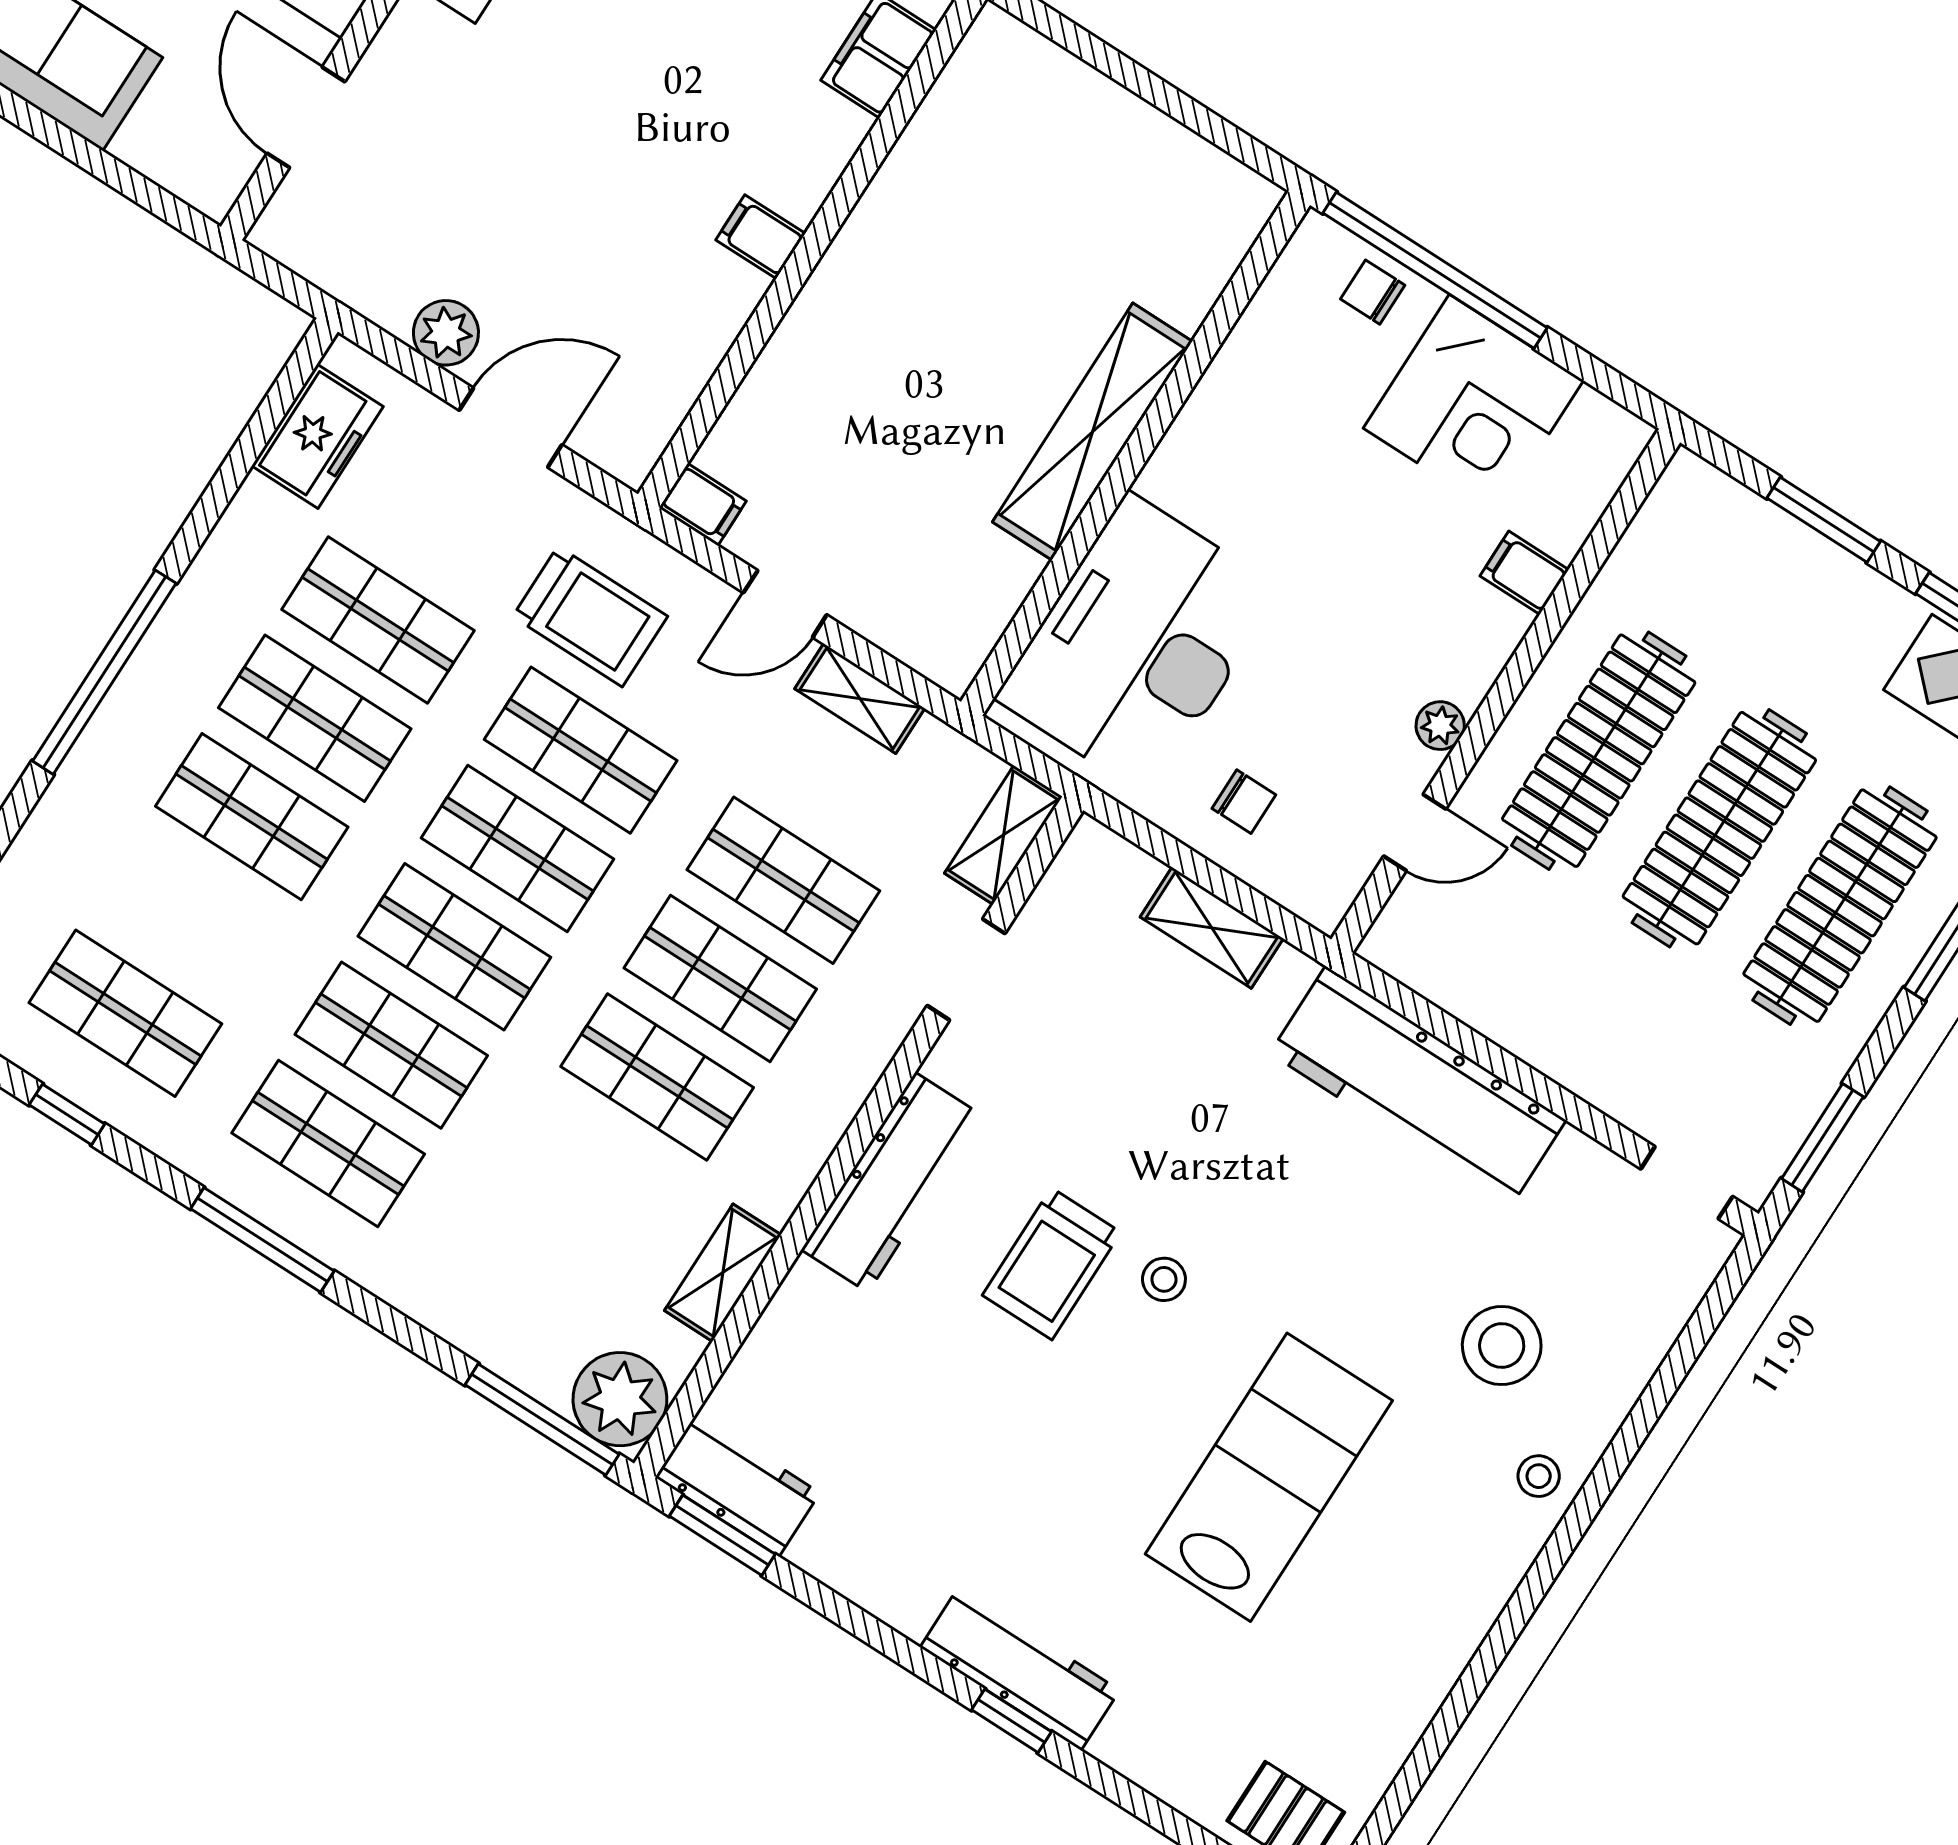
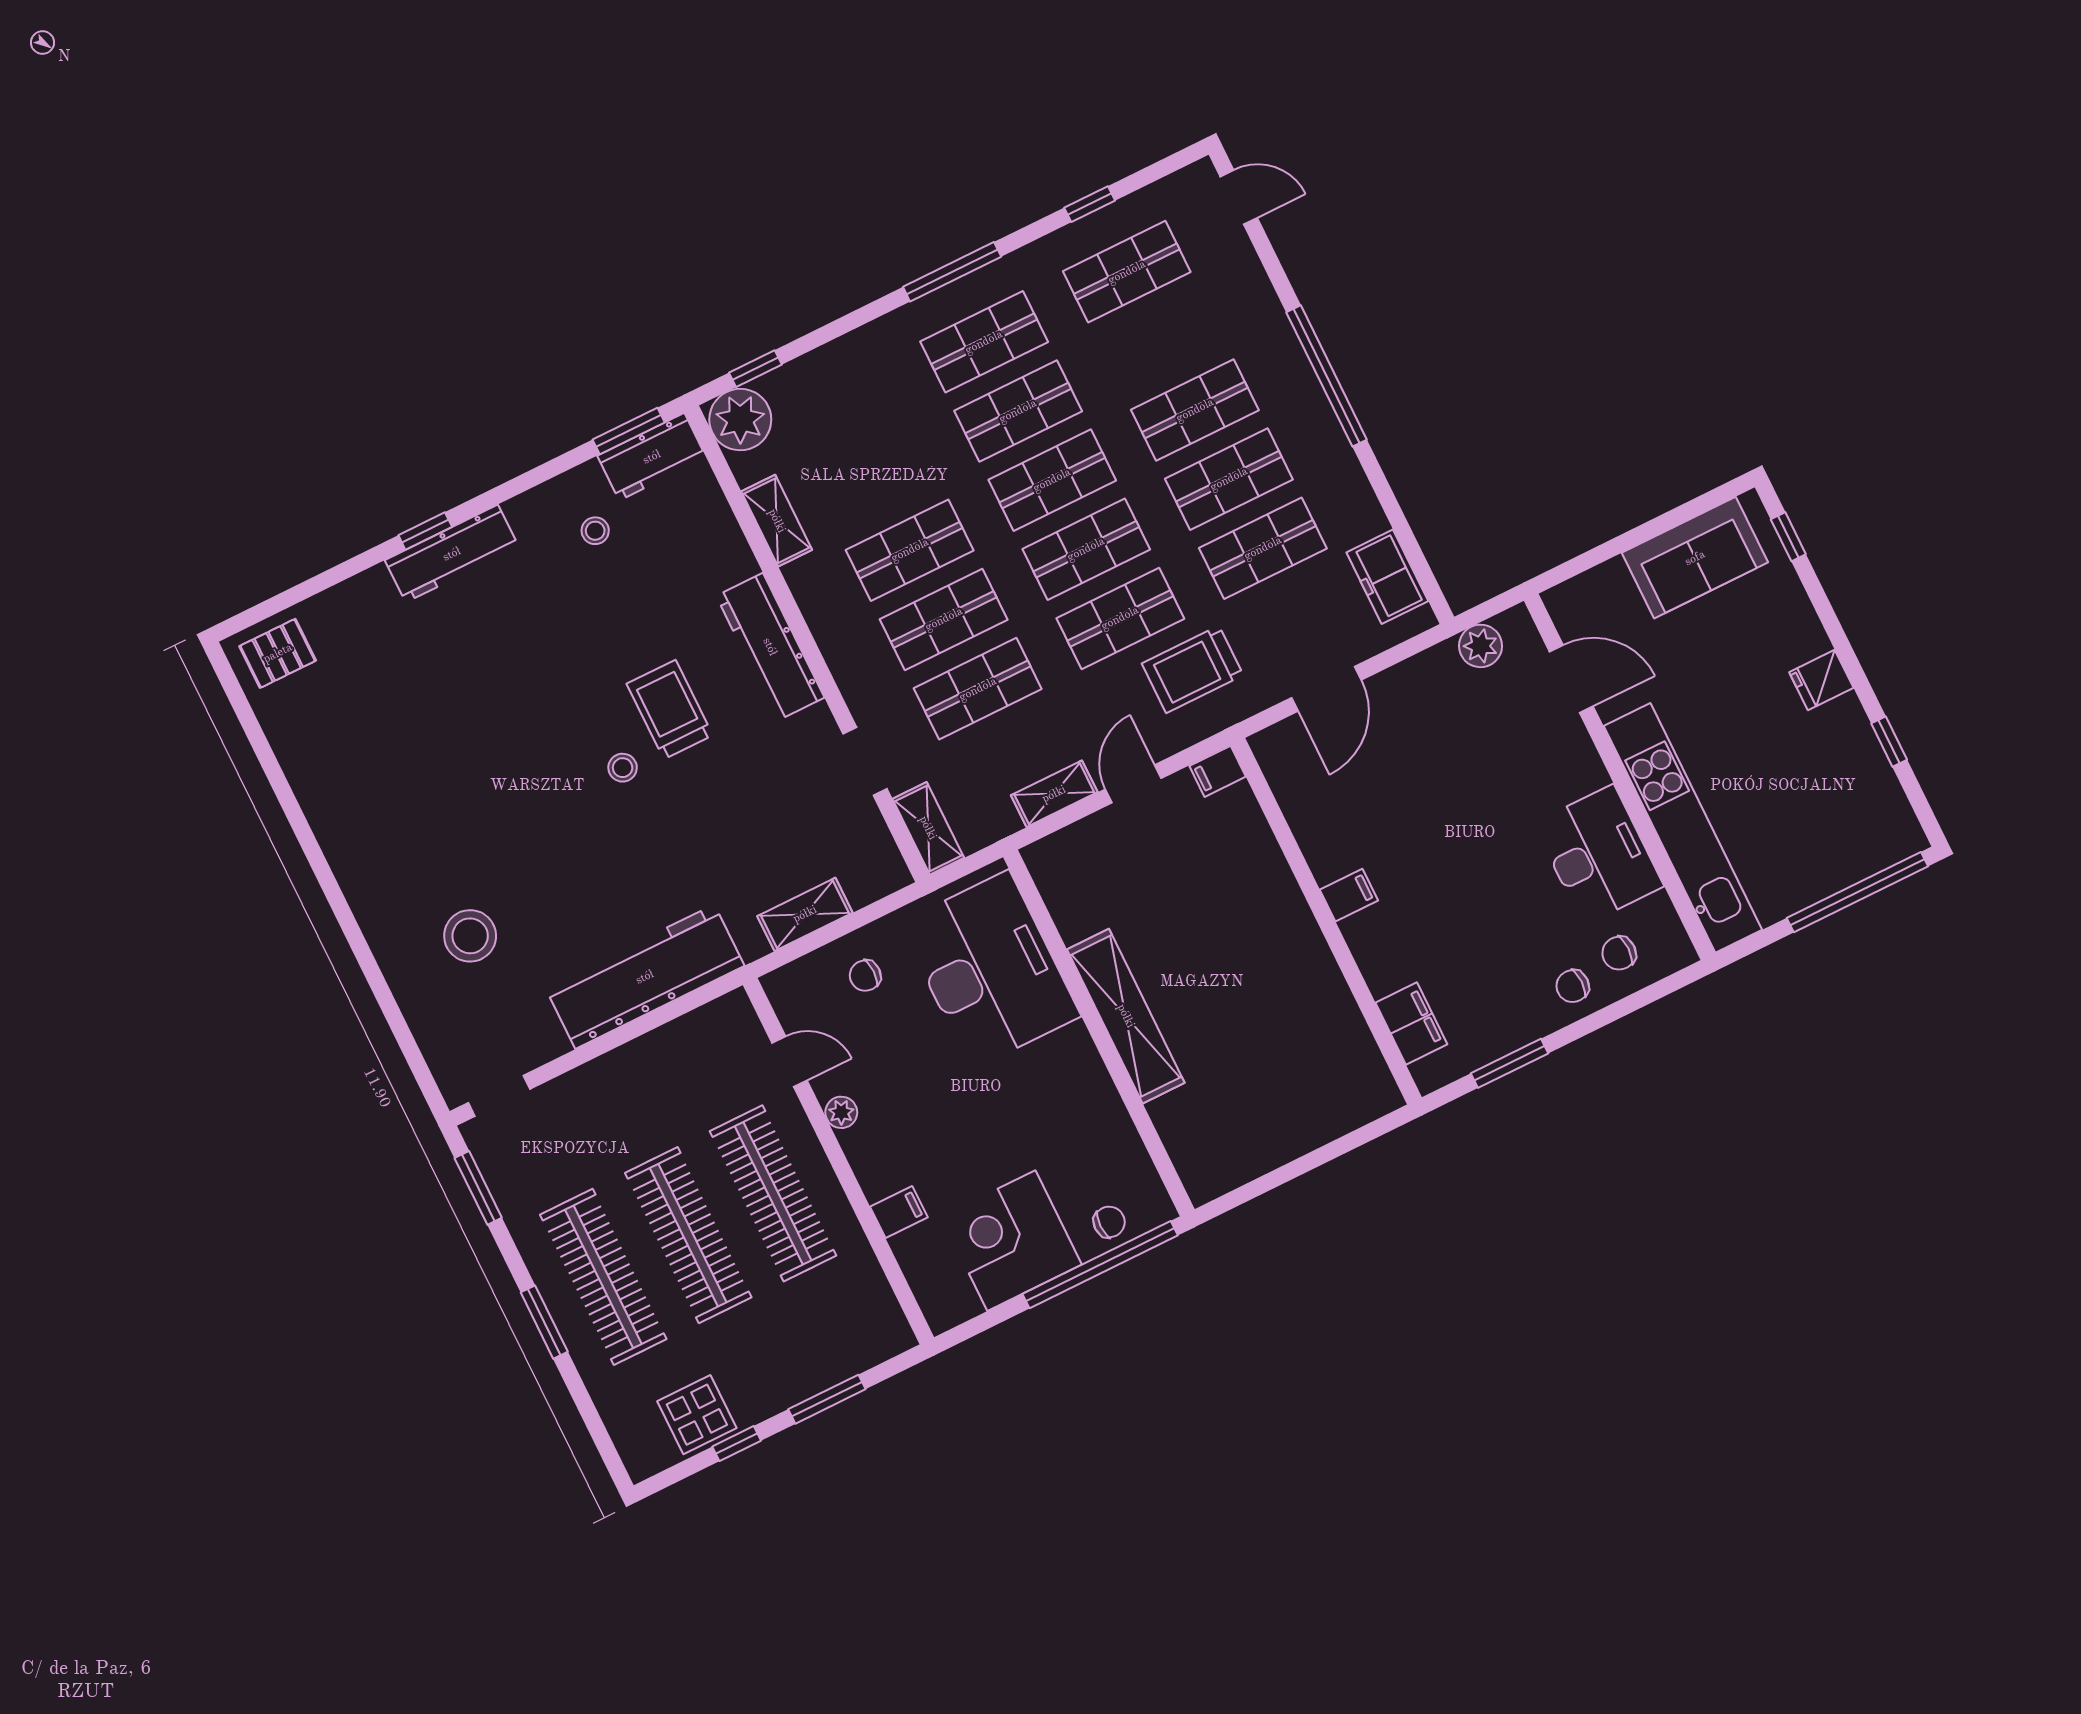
plant: (446, 333) -> (1481, 646), moved
door: (1415, 832) -> (790, 1062), swing flipped
window: (542, 1419) -> (755, 369), width x0.46
stool: (1539, 1476) -> (595, 531), moved
lab bench: (1269, 1477) -> (475, 759), removed

